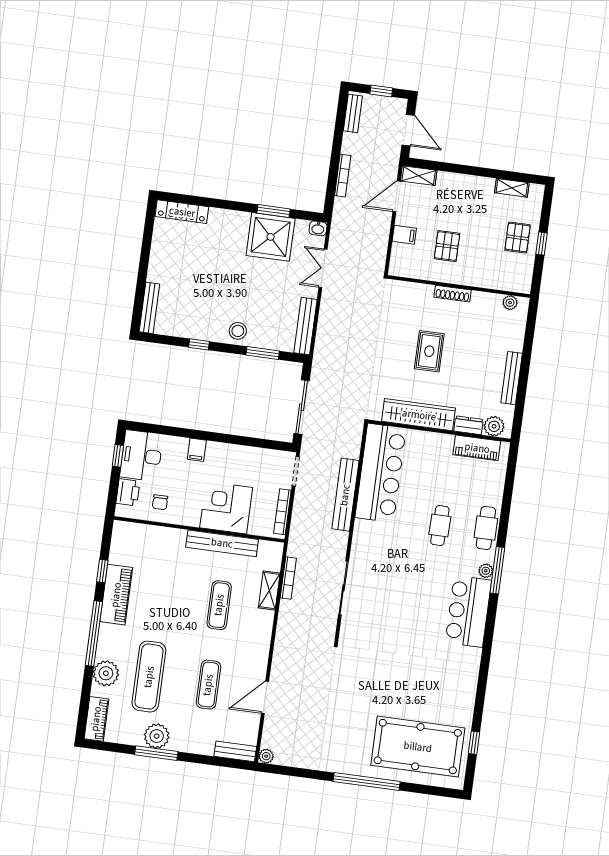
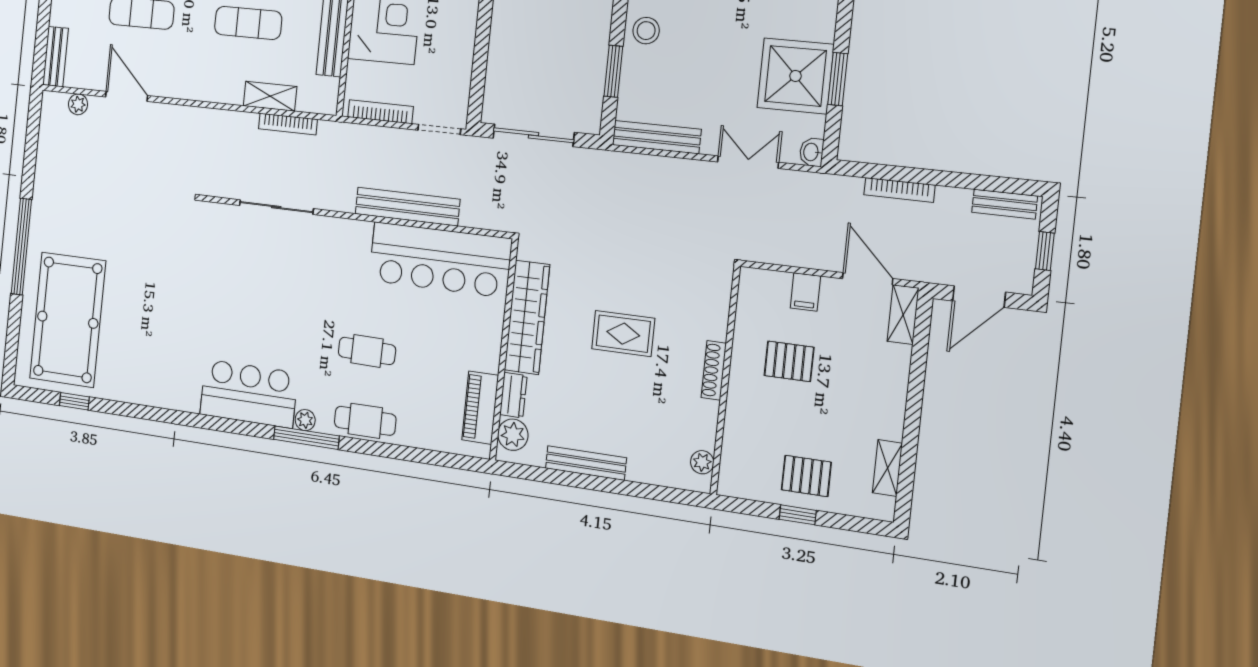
plant: (266, 756) -> (78, 104), moved

